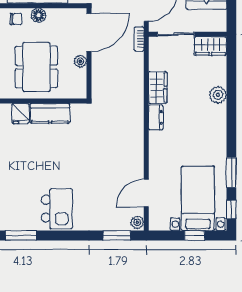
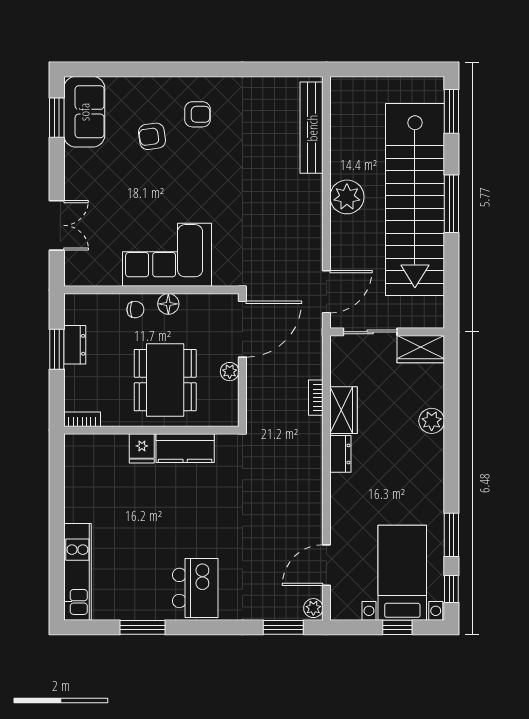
bookcase: (139, 39) -> (316, 398), moved

